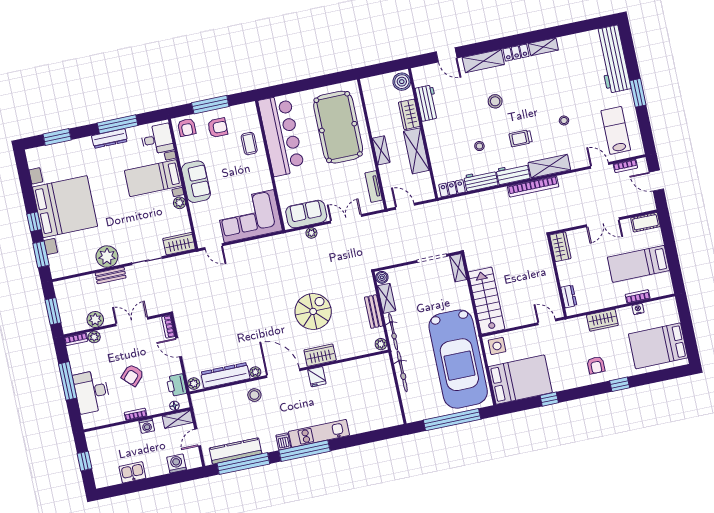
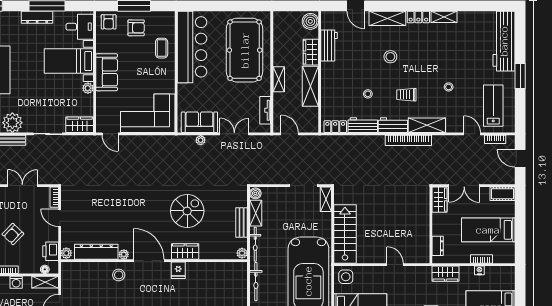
wardrobe: (560, 247) -> (440, 200), moved
wall: (557, 276) -> (431, 225), moved
dresser: (569, 296) -> (438, 246), moved

